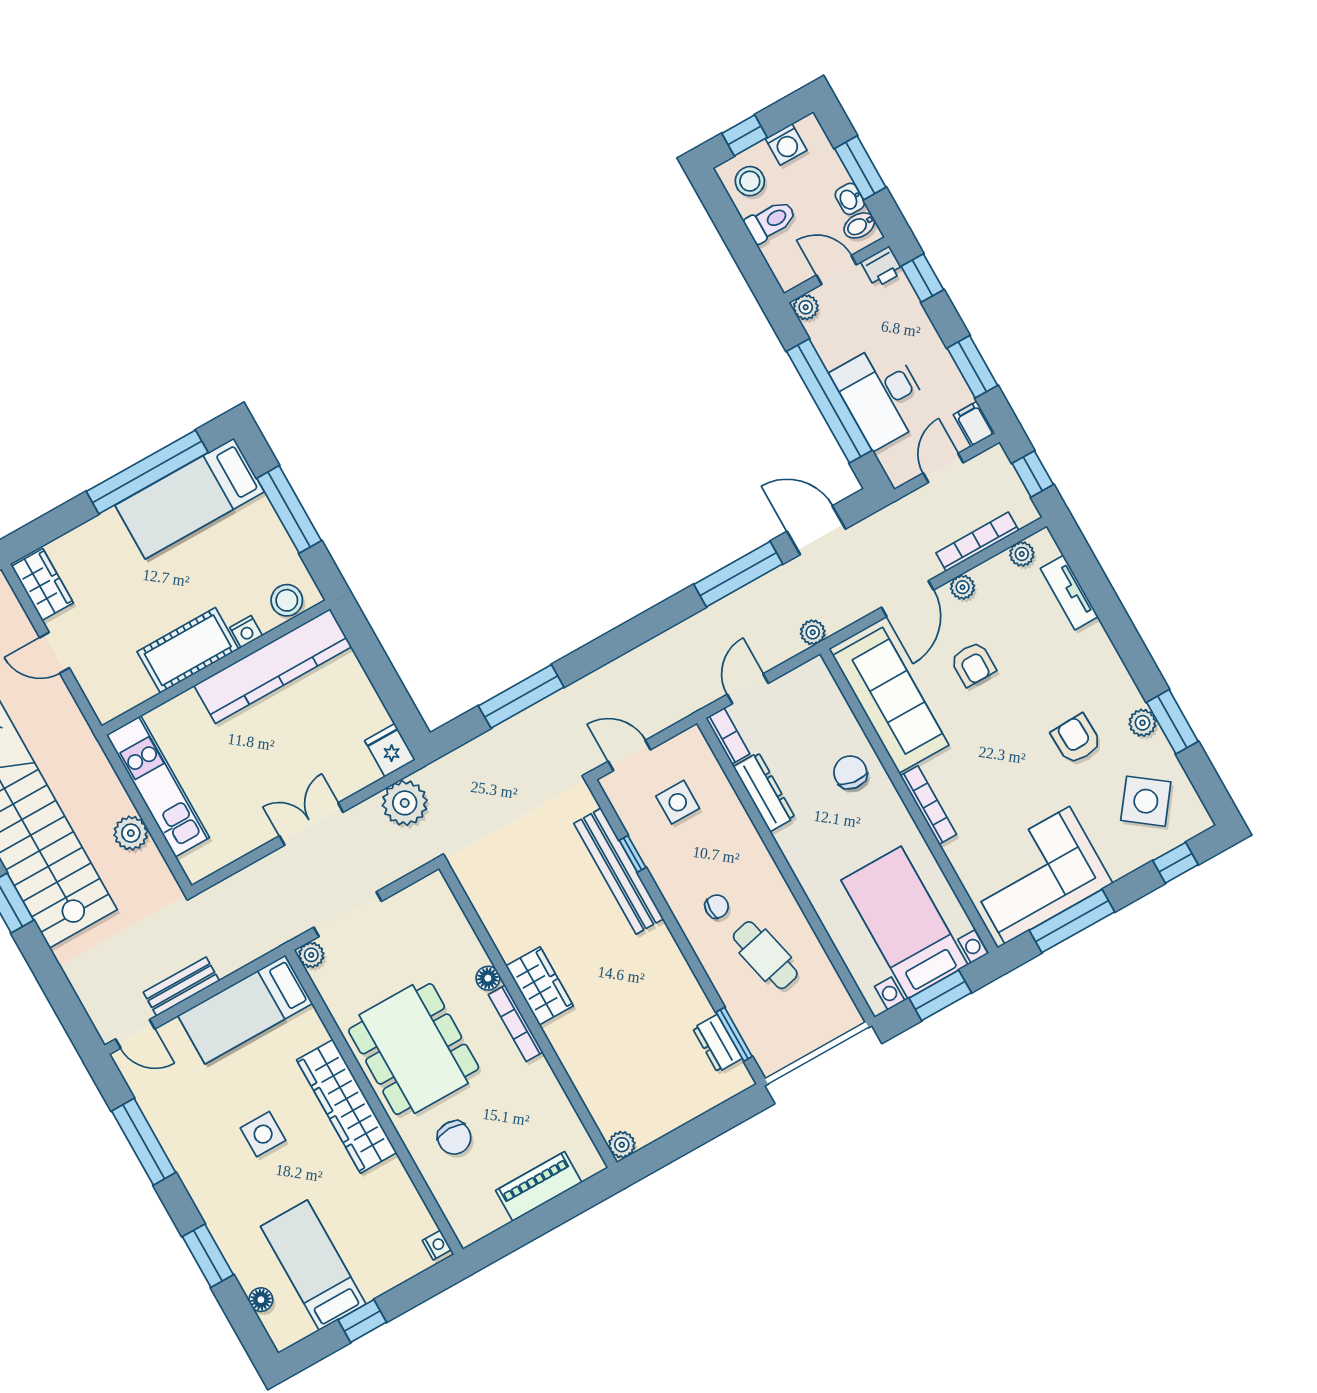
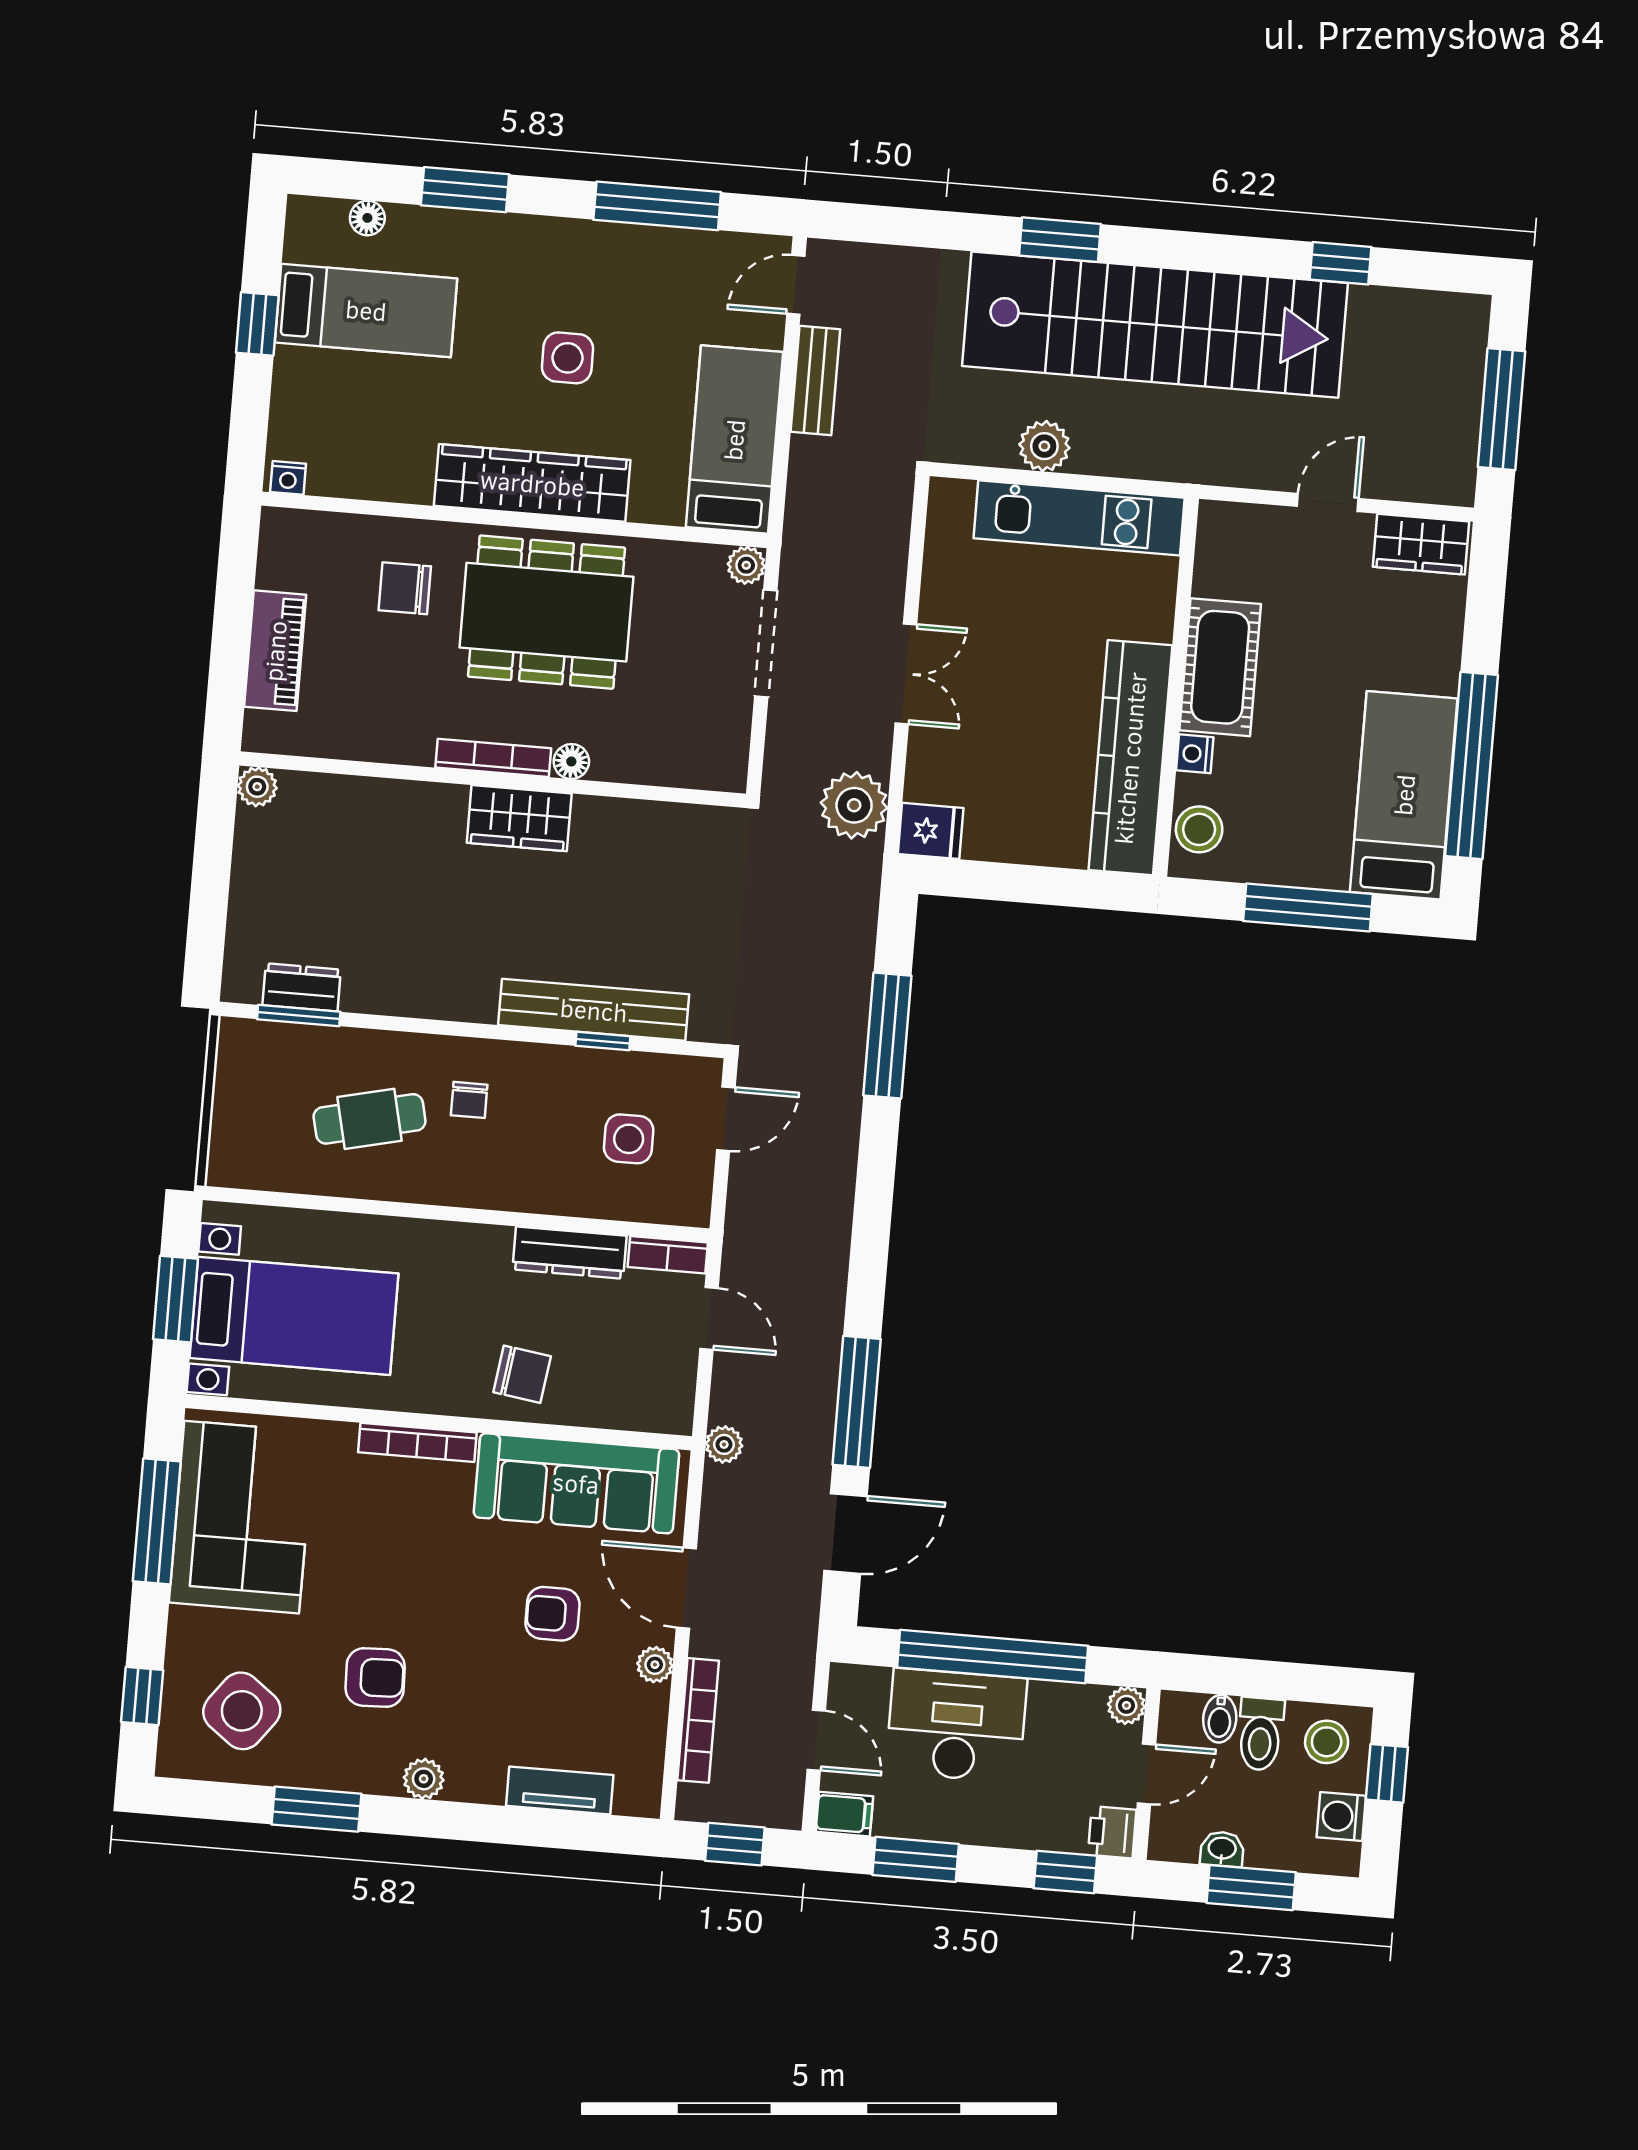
bidet: (859, 225) -> (1220, 1719), moved, turned 180
plant: (1022, 554) -> (646, 1765), removed
plant: (1143, 723) -> (424, 1779), moved

